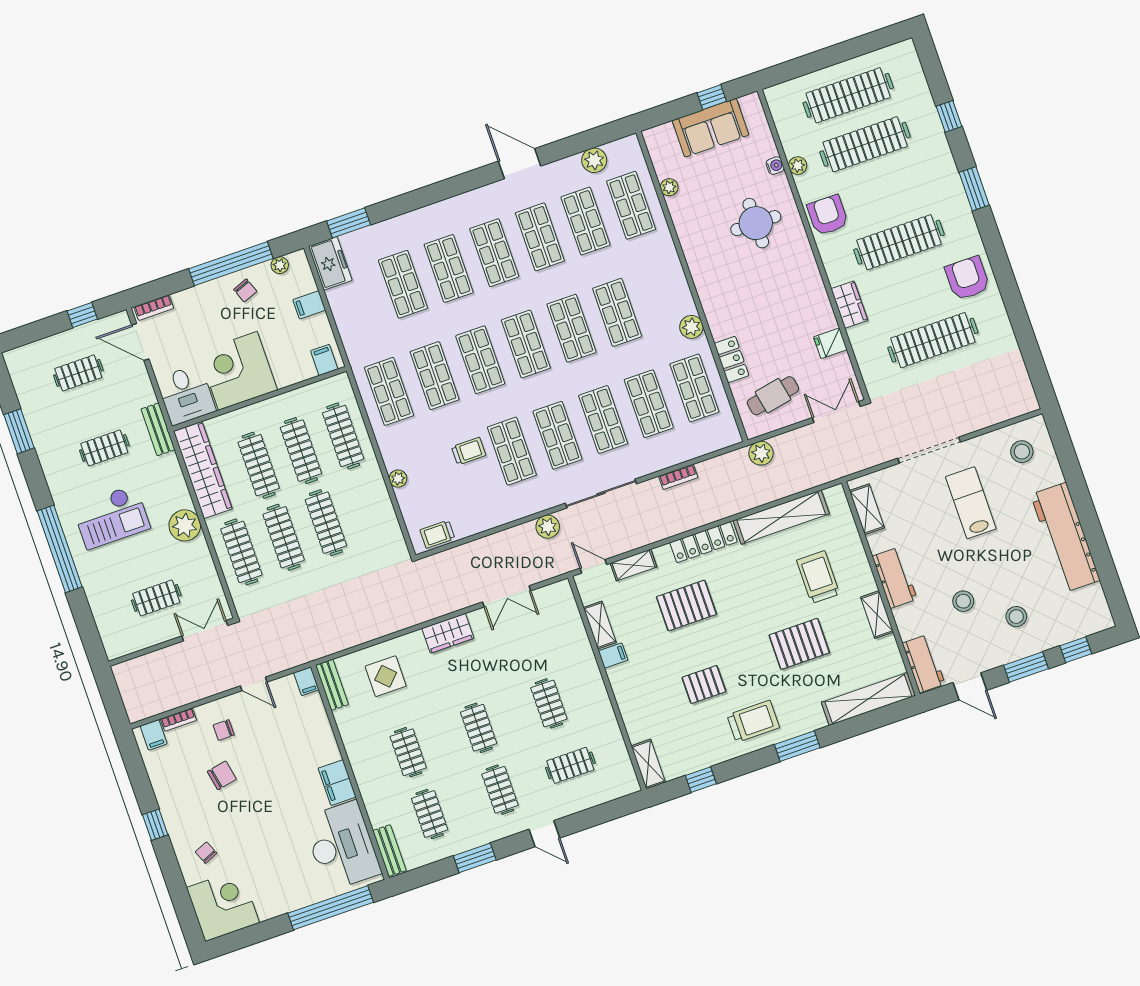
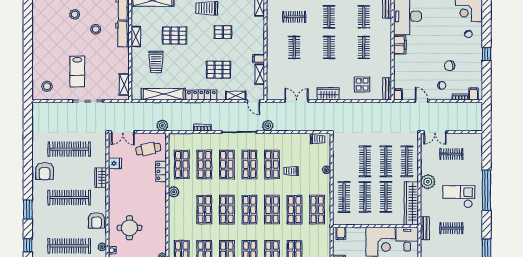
workbench: (1065, 537) -> (41, 42), removed
workbench: (895, 578) -> (122, 34), moved

